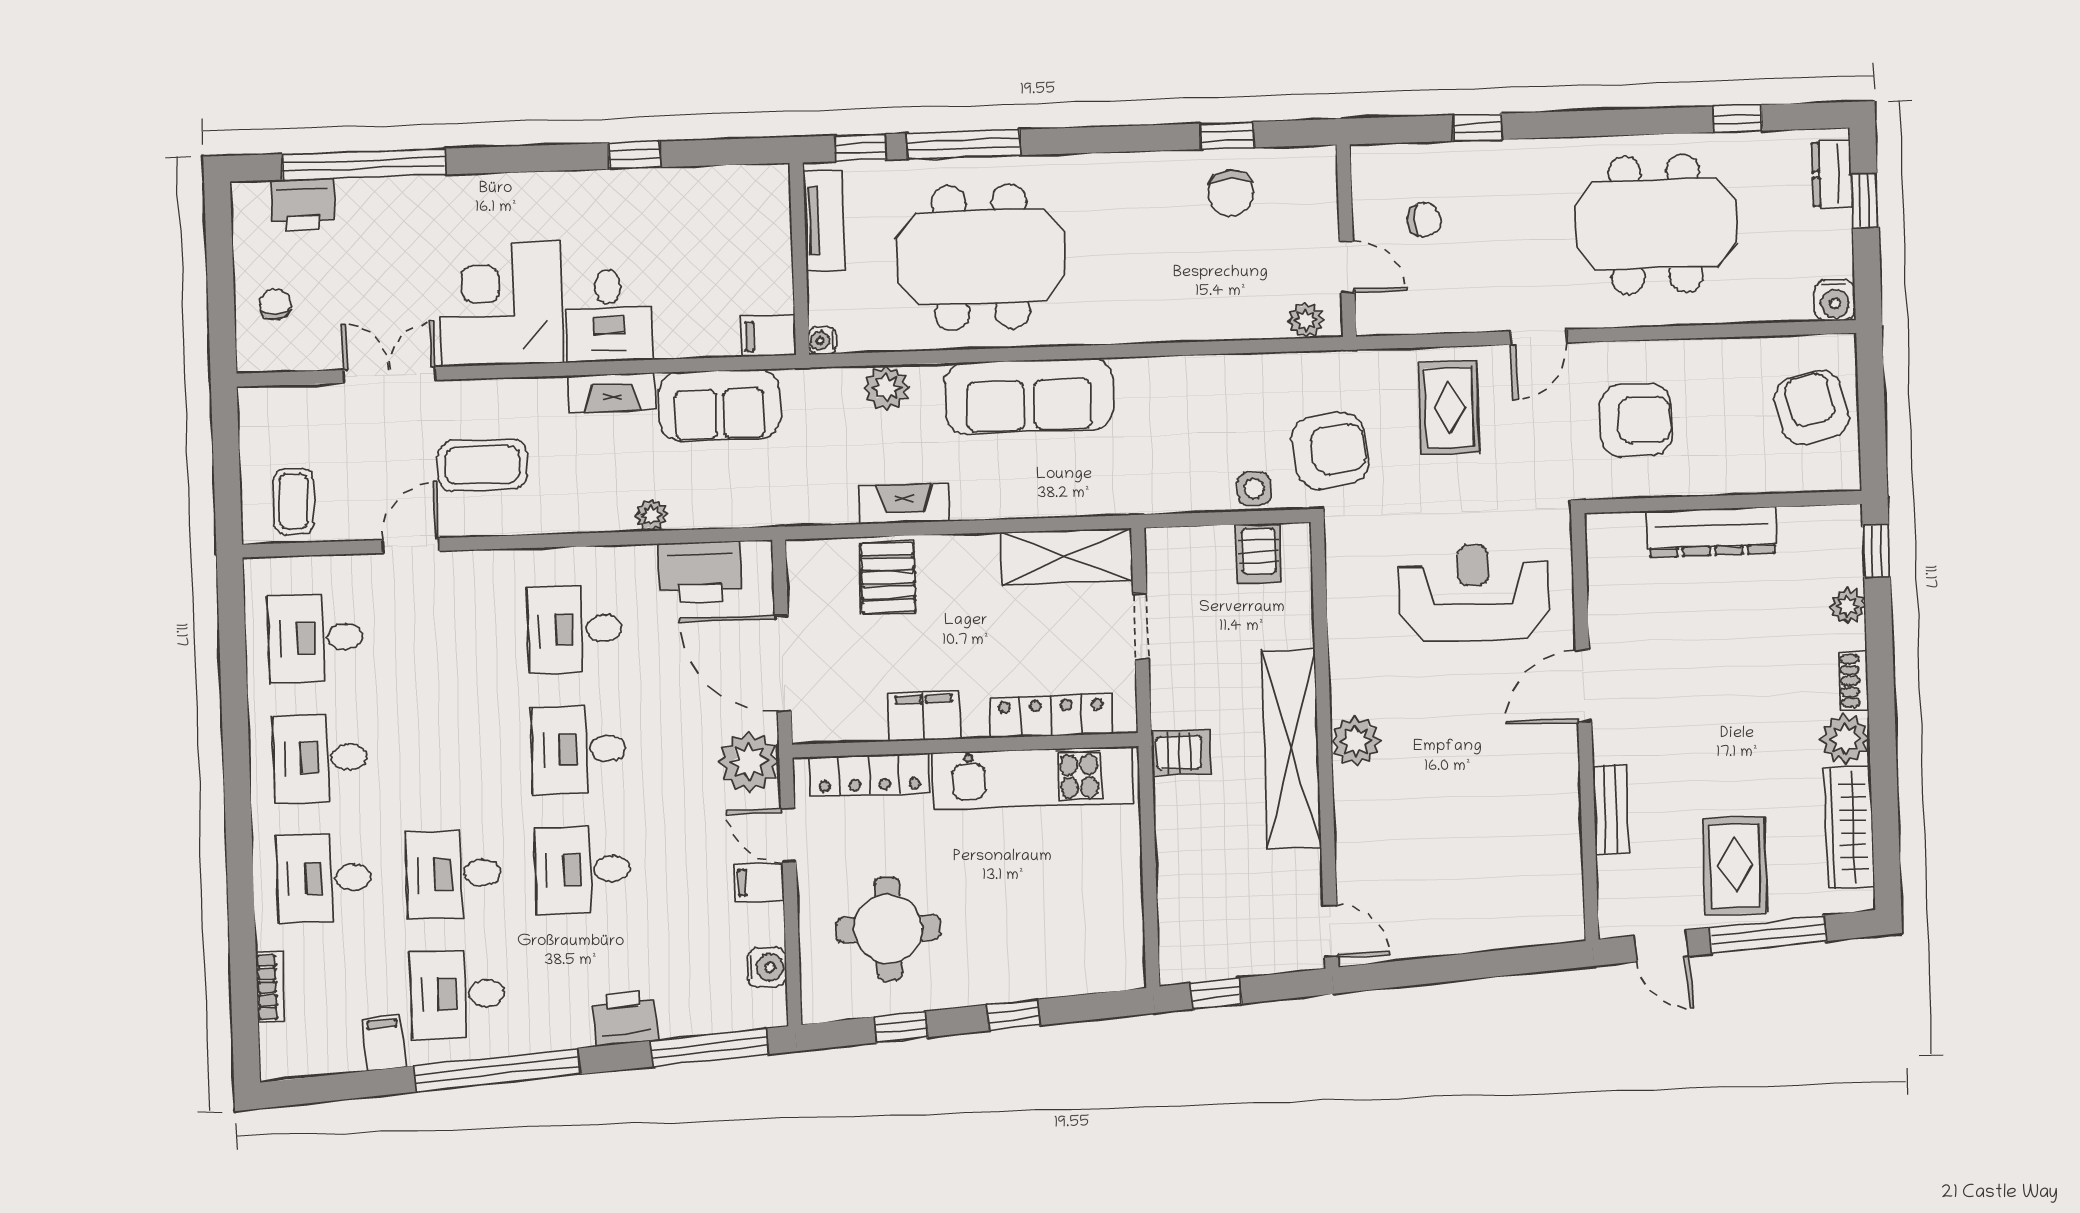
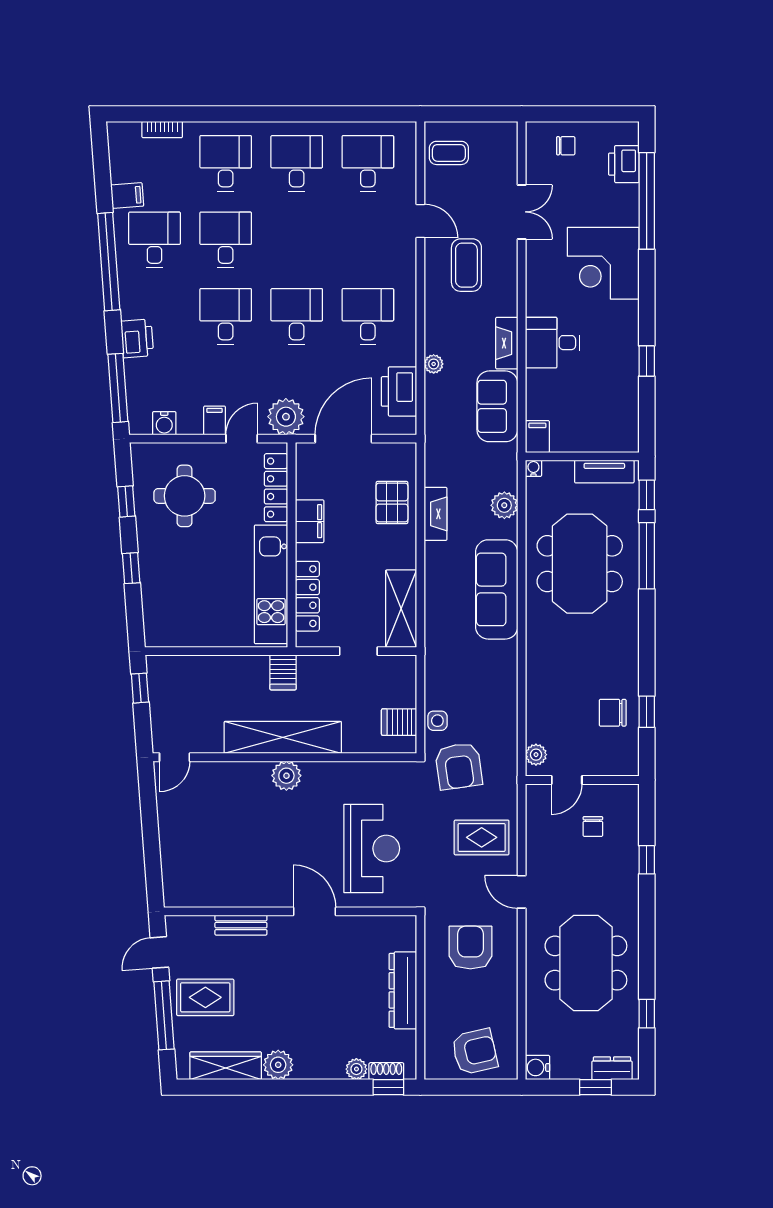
corner desk: (501, 304) -> (603, 263), moved, turned 180
armchair: (1636, 420) -> (470, 948), turned 180
pallet: (888, 578) -> (392, 503), turned 90
shoe rack: (1854, 681) -> (386, 1071), moved

